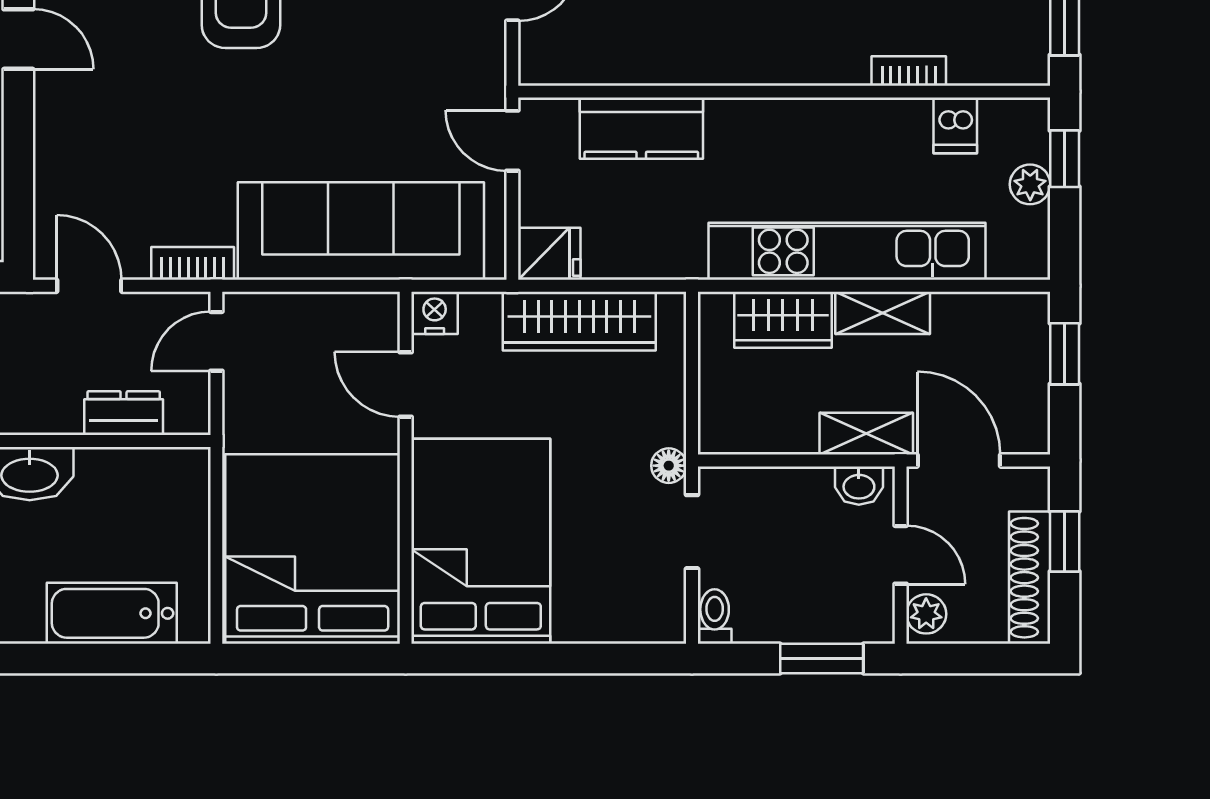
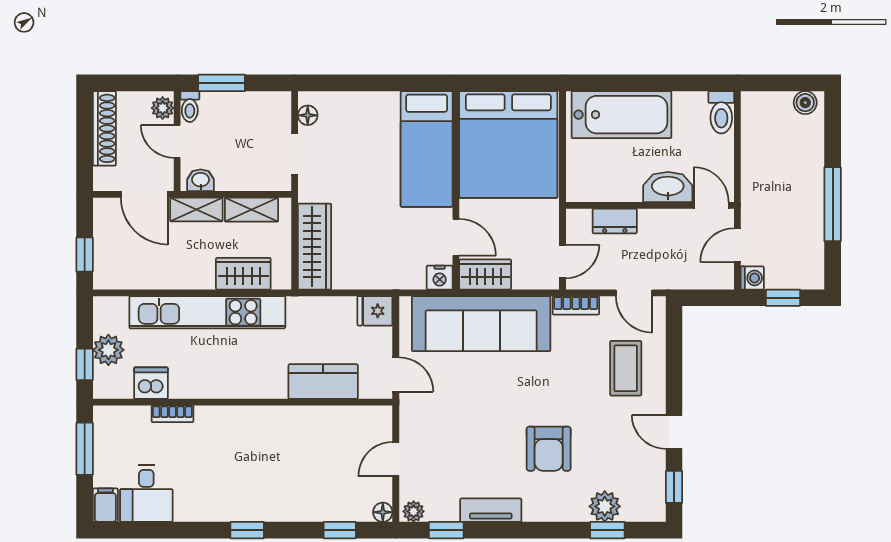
dishwasher: (955, 125) -> (151, 383), width x1.38
coffee table: (104, 152) -> (626, 368), added
plant: (1030, 184) -> (108, 350), width x1.38, depth x1.38
shelving: (883, 313) -> (251, 210), moved
wardrobe: (354, 318) -> (485, 274), added
wardrobe: (579, 321) -> (315, 247), moved, turned 90
floor lamp: (669, 466) -> (308, 115), moved
bed: (481, 541) -> (427, 149), width x0.67
window: (1065, 541) -> (85, 149), removed
bathtub: (112, 613) -> (621, 115), width x1.36, depth x1.36
toilet: (715, 617) -> (190, 107), moved

